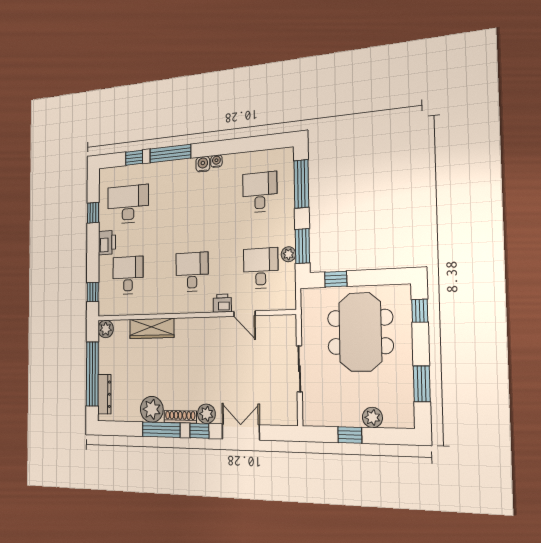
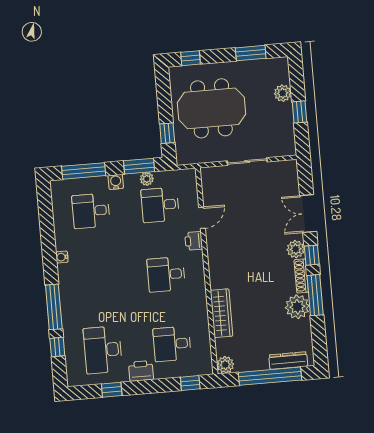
water cooler: (203, 164) -> (116, 182), moved, turned 90

